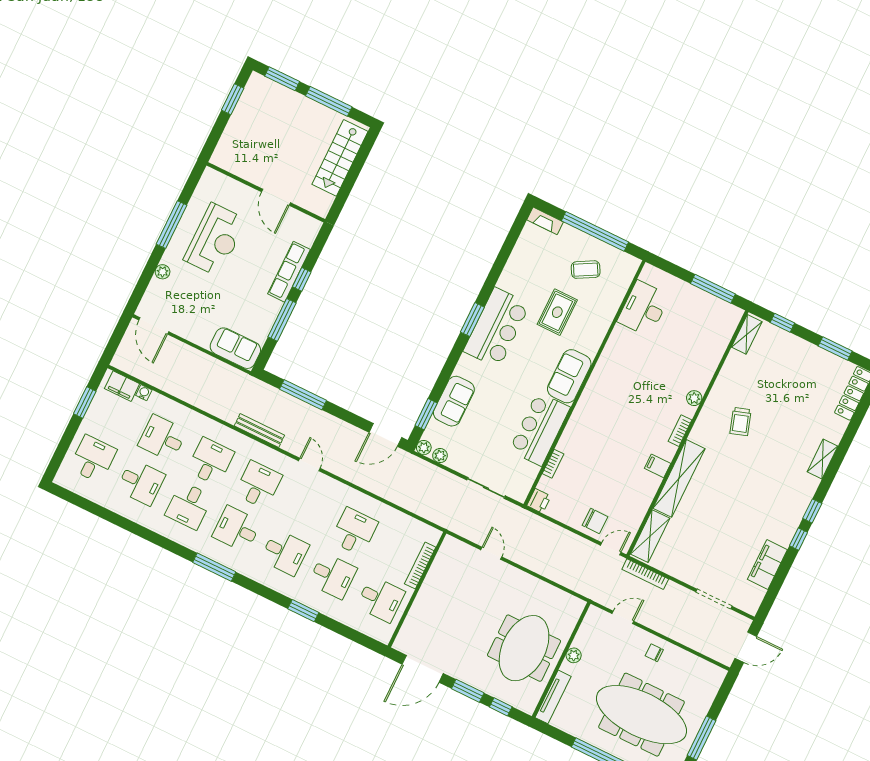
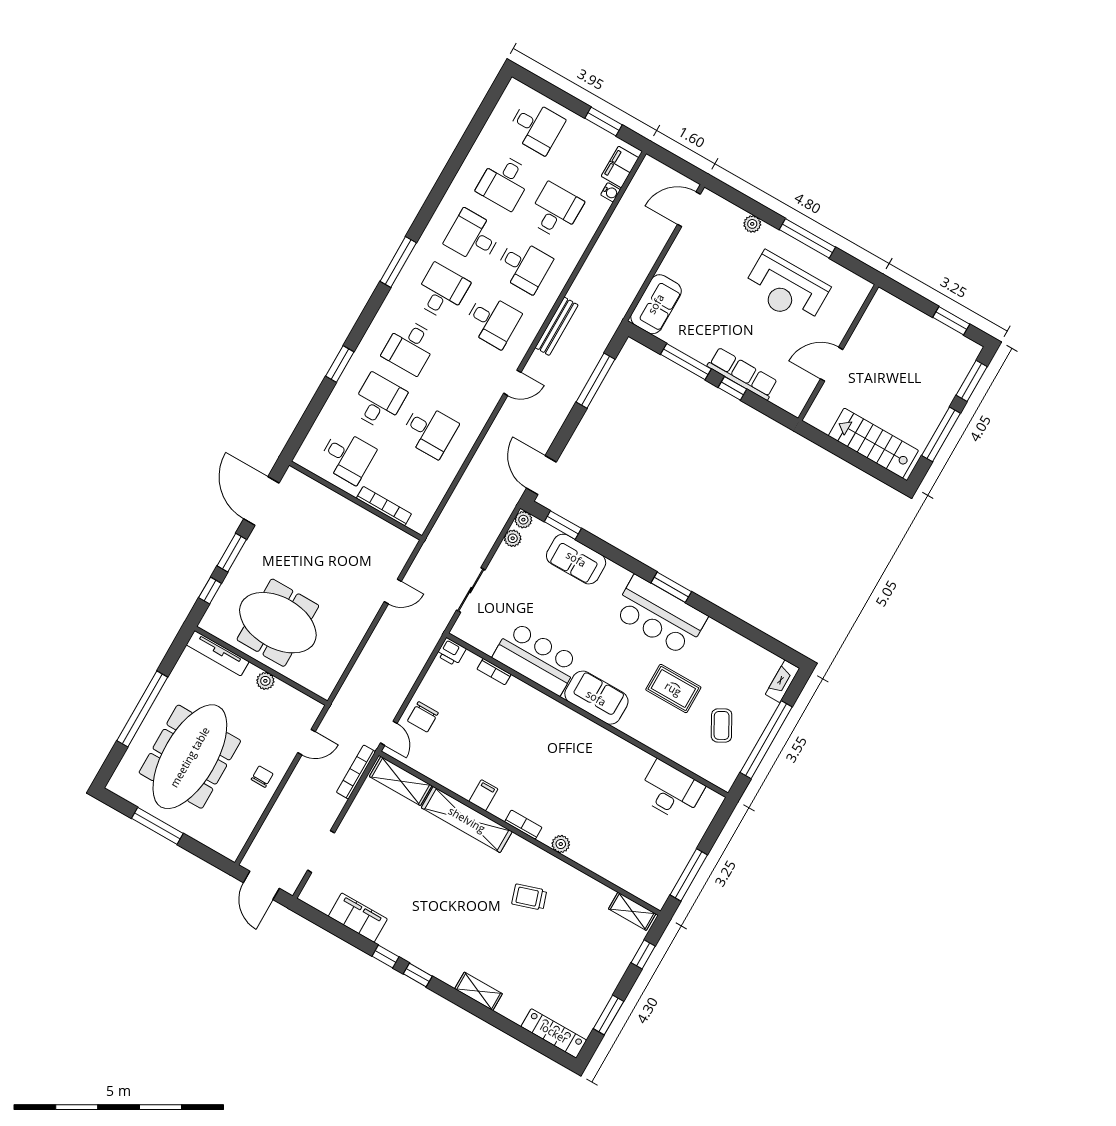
desk: (333, 576) -> (379, 402), turned 180
desk: (381, 599) -> (347, 457), turned -90
door: (623, 617) -> (306, 742), hinge flipped

